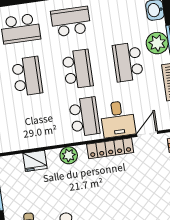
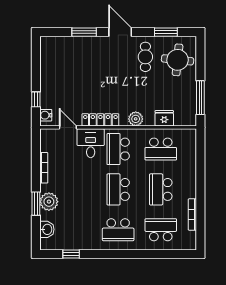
school desk: (128, 62) -> (161, 149), moved, turned 90
door: (147, 134) -> (68, 127), swing flipped

